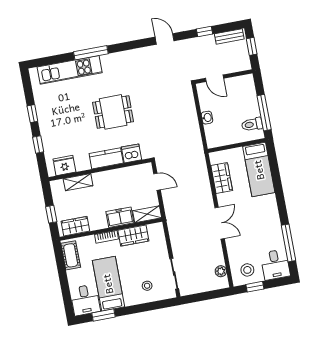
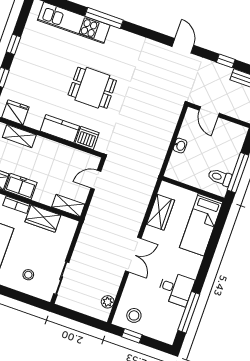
door: (157, 182) -> (96, 180), swing flipped
freezer: (120, 217) -> (21, 186), moved
desk: (275, 265) -> (176, 289), moved, turned -90

